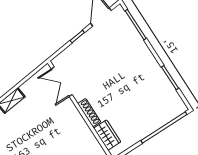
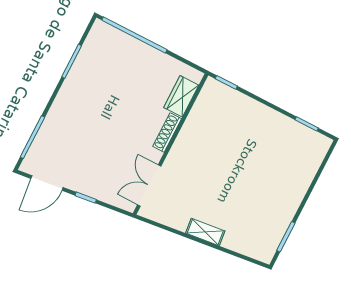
double door: (62, 82) -> (149, 185), swing flipped

